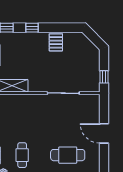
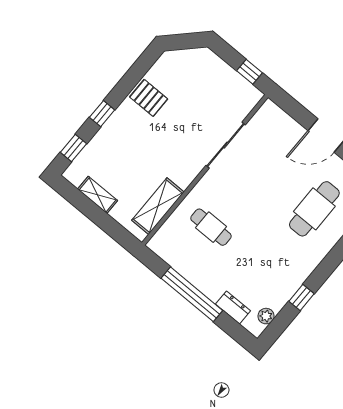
cafe table: (22, 155) -> (211, 227), moved

